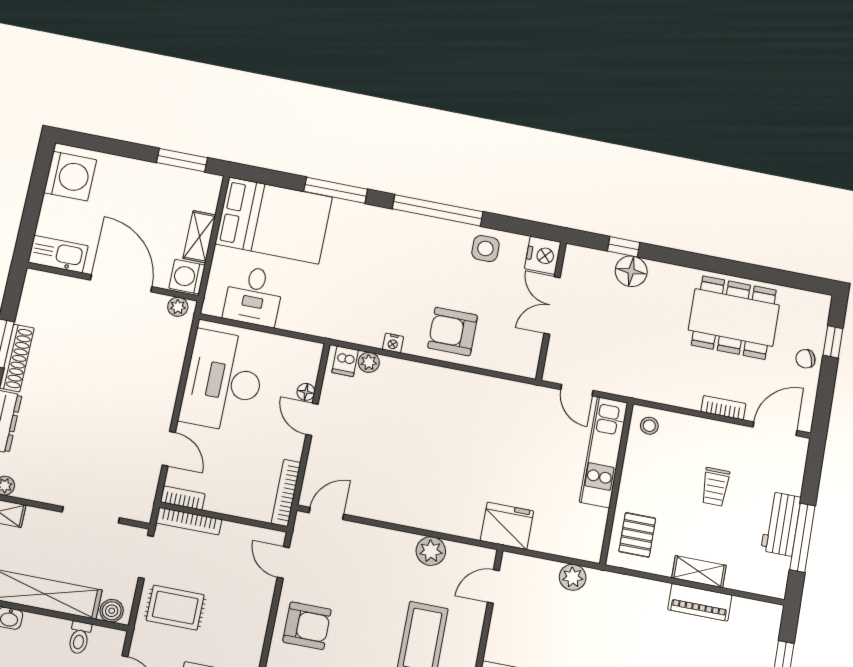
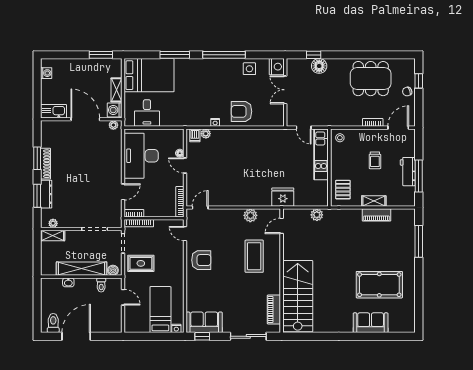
washing machine: (70, 176) -> (46, 73), width x0.53, depth x0.53
door: (169, 449) -> (123, 192), hinge flipped

